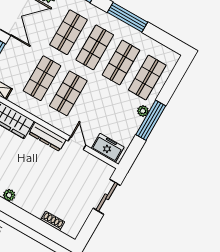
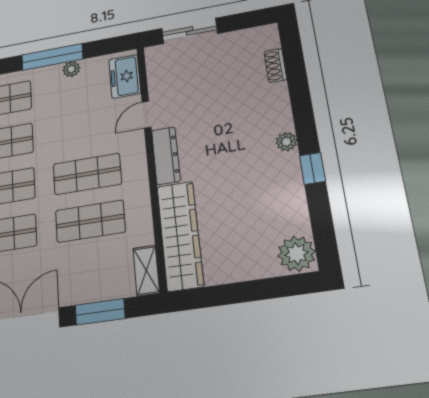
plant: (143, 111) -> (71, 69), moved

